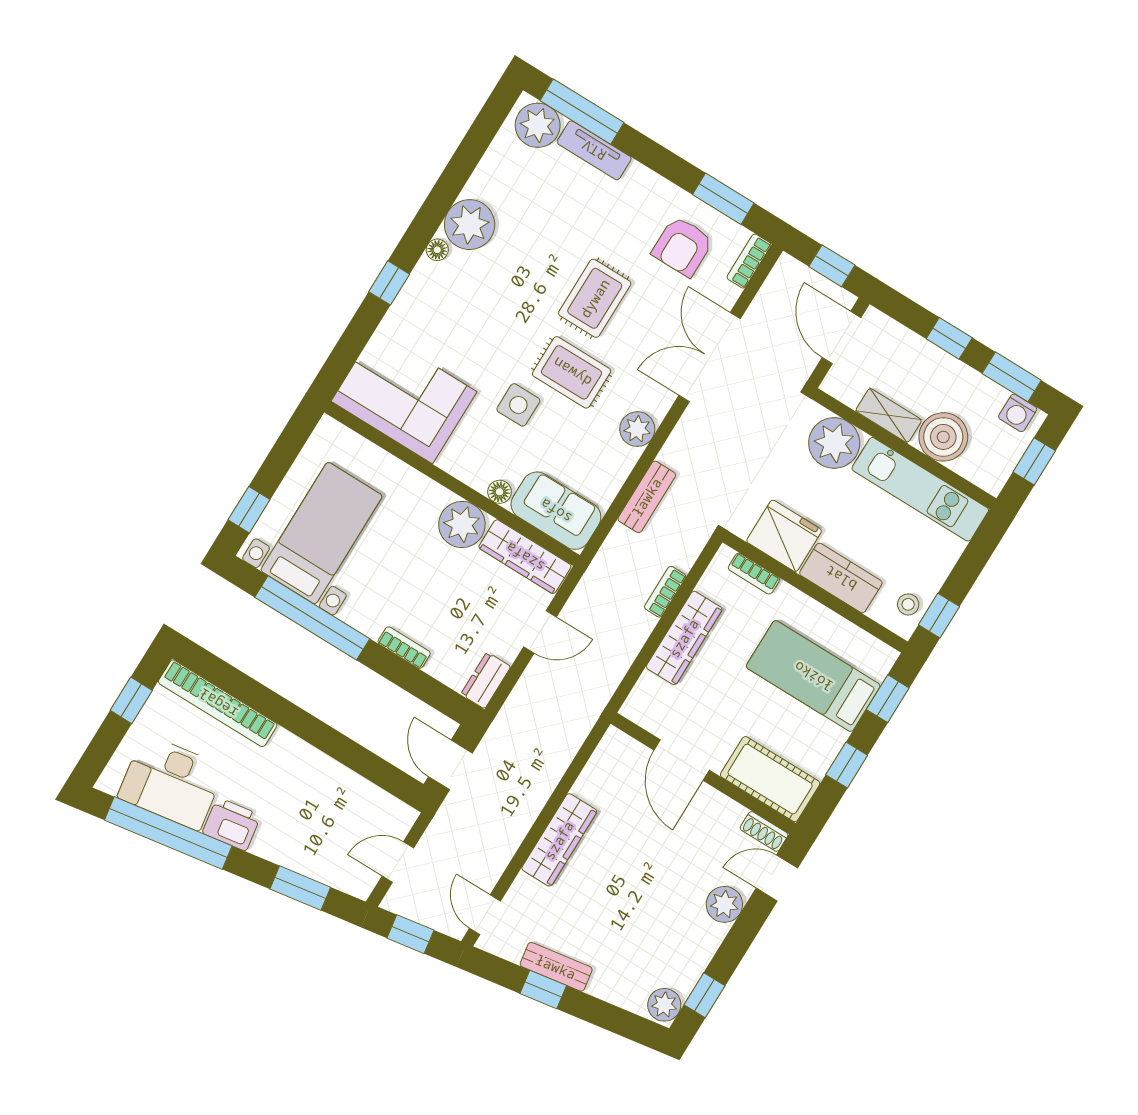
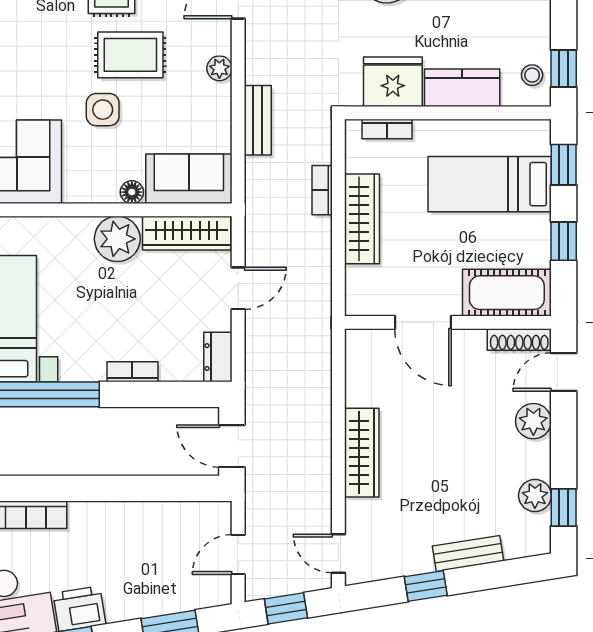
plant: (637, 429) -> (219, 68), width x0.73, depth x0.73
shoe rack: (764, 831) -> (519, 340), width x1.43
bench: (556, 967) -> (468, 553), moved
plant: (664, 1005) -> (535, 496), moved

